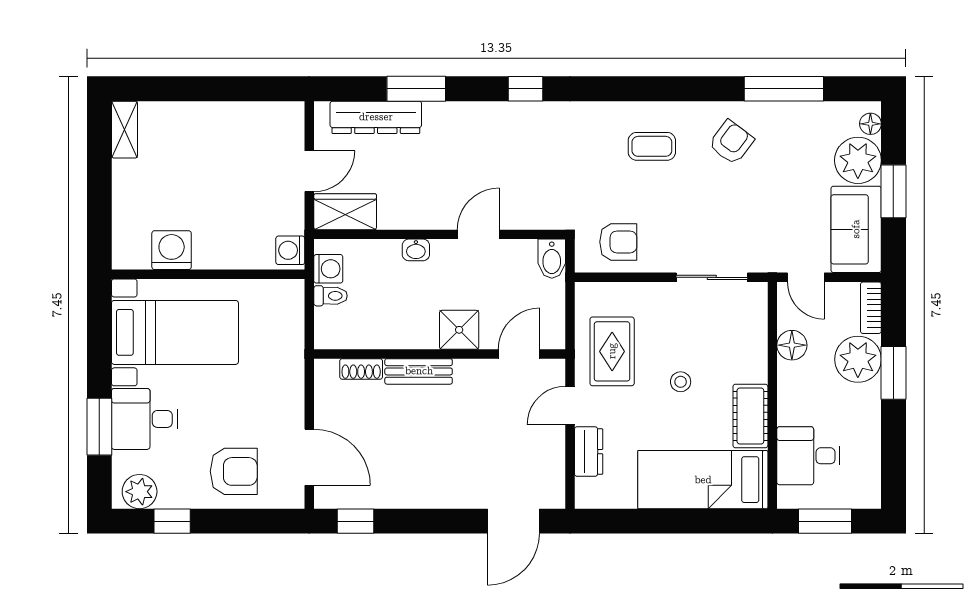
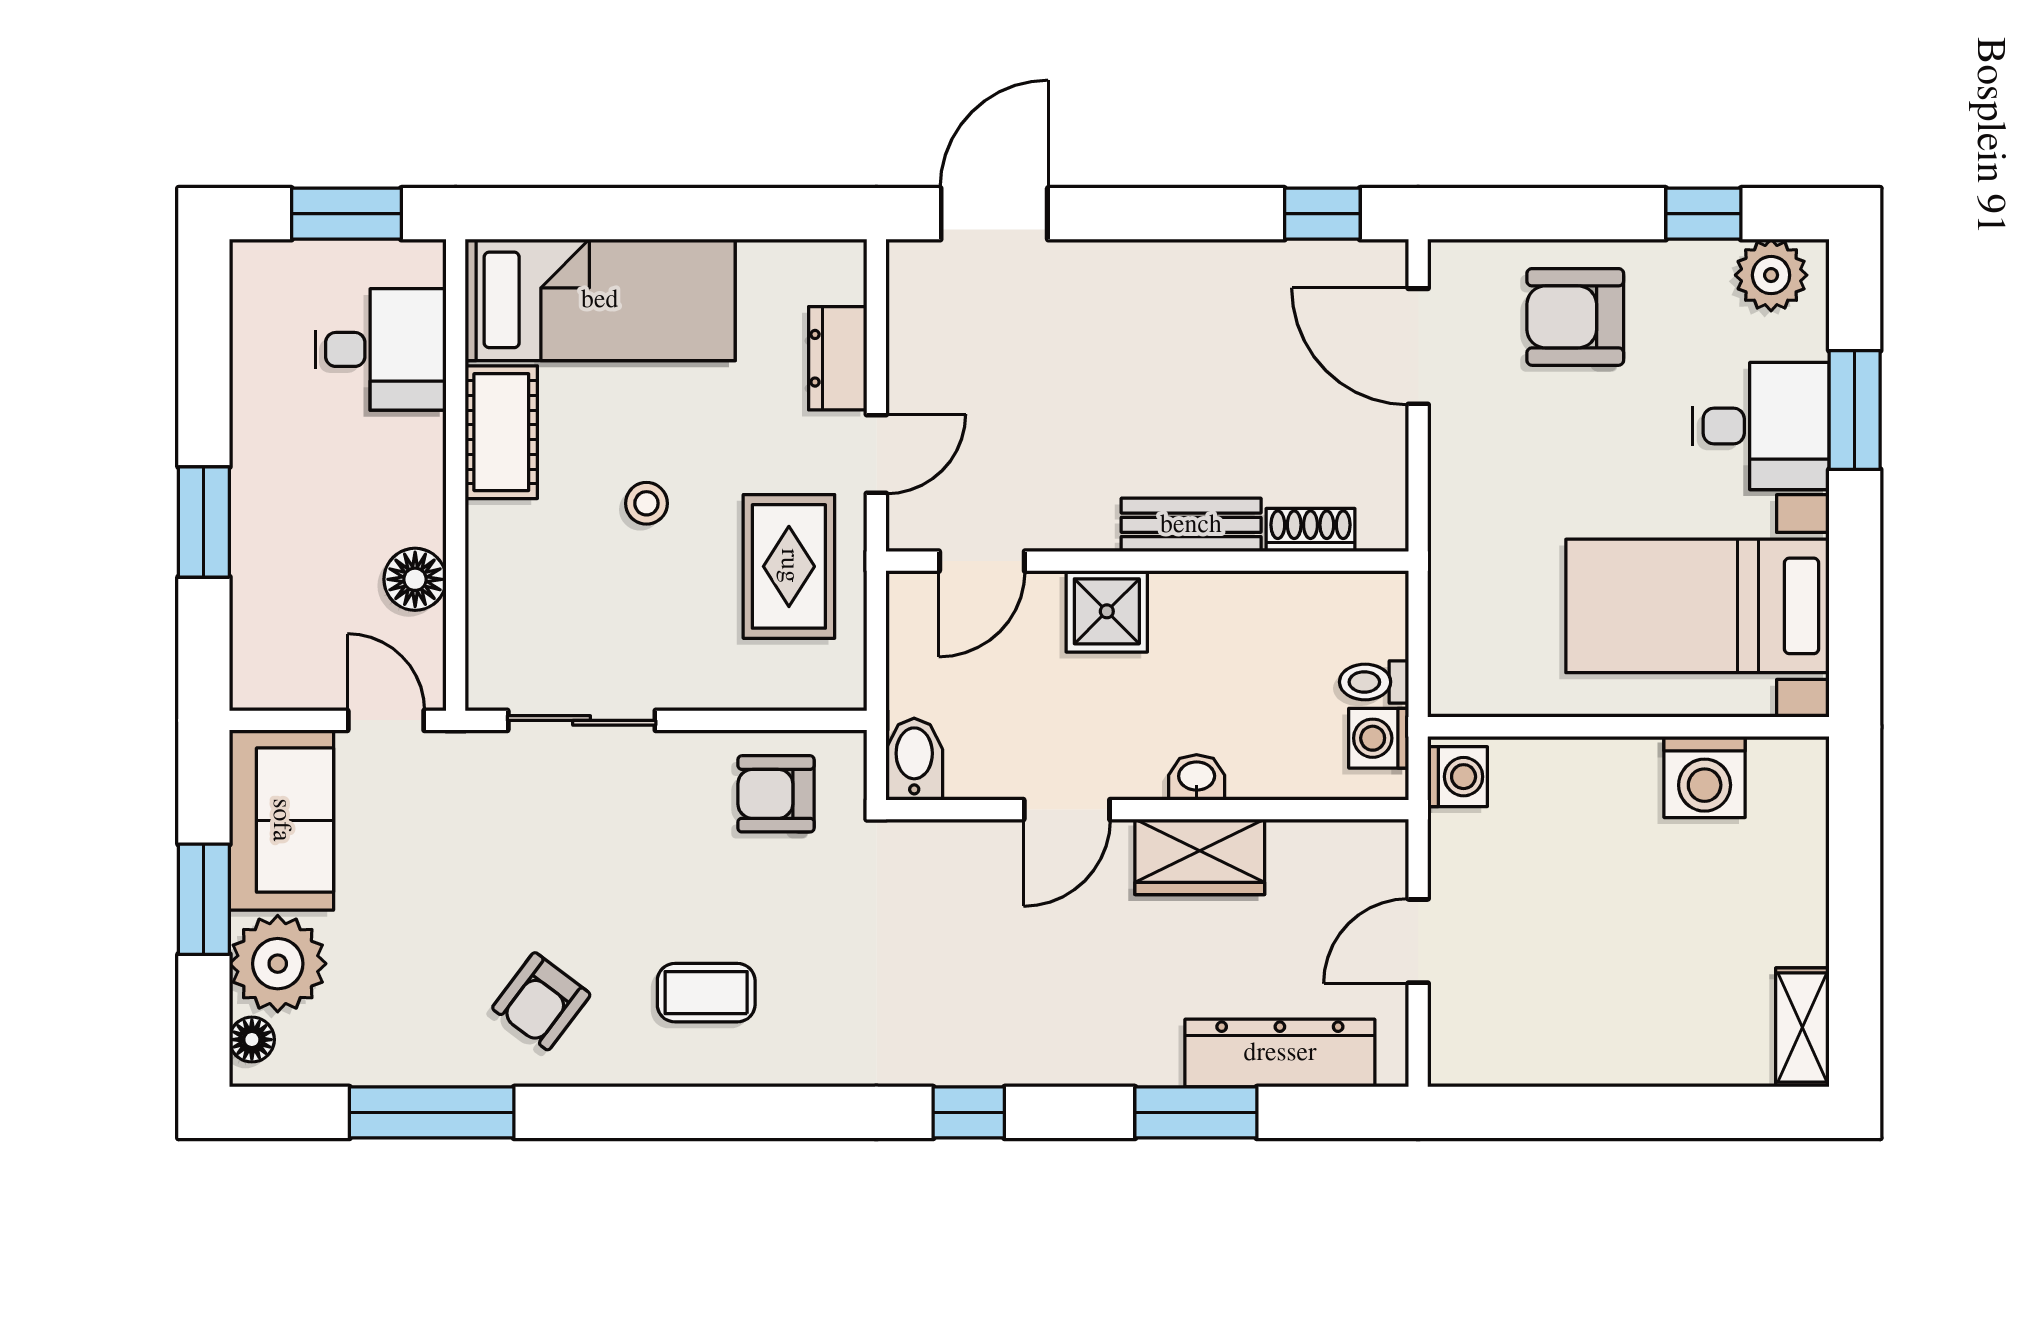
wardrobe: (345, 212) -> (1200, 857), moved
bookcase: (871, 308) -> (251, 657), removed
plant: (858, 359) -> (278, 550), removed

